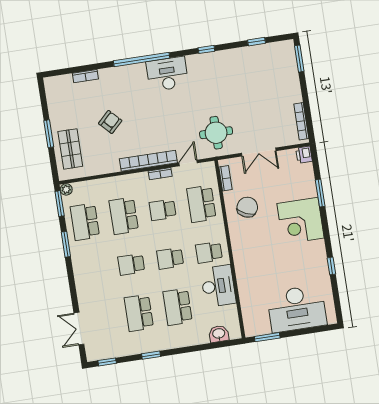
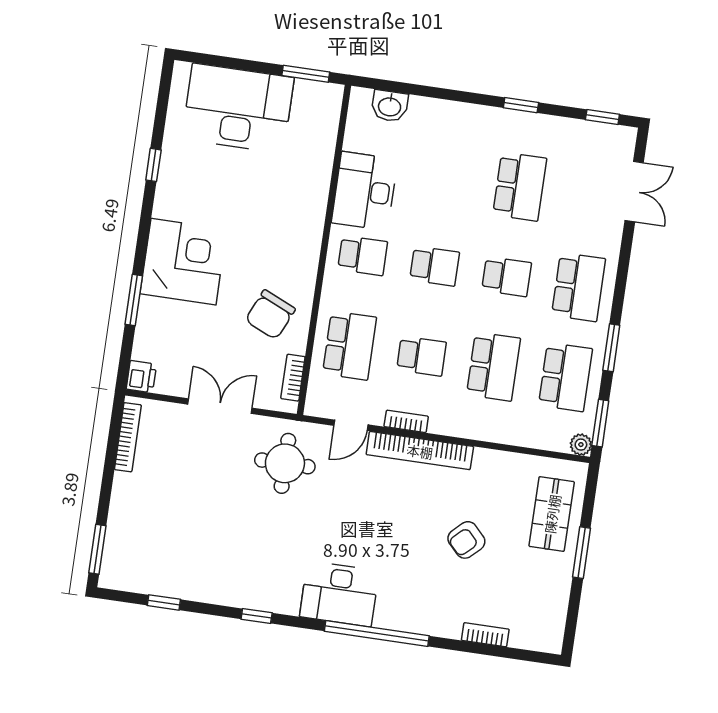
school desk: (178, 307) -> (579, 287), moved

